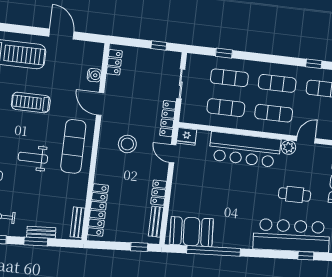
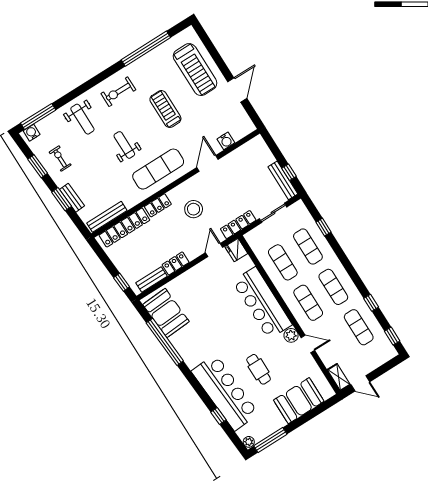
bench: (161, 55) -> (283, 180), added
locker: (114, 62) -> (158, 205), moved
bench: (78, 222) -> (107, 217), width x1.36

